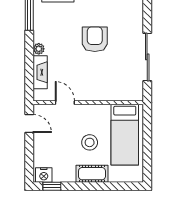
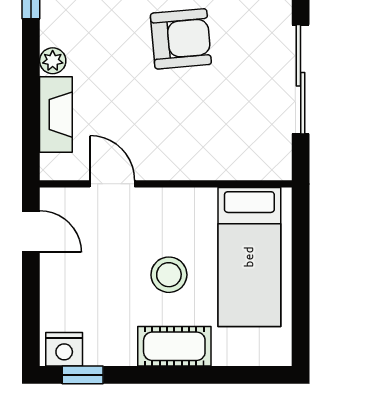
armchair: (95, 39) -> (181, 39), turned 85

